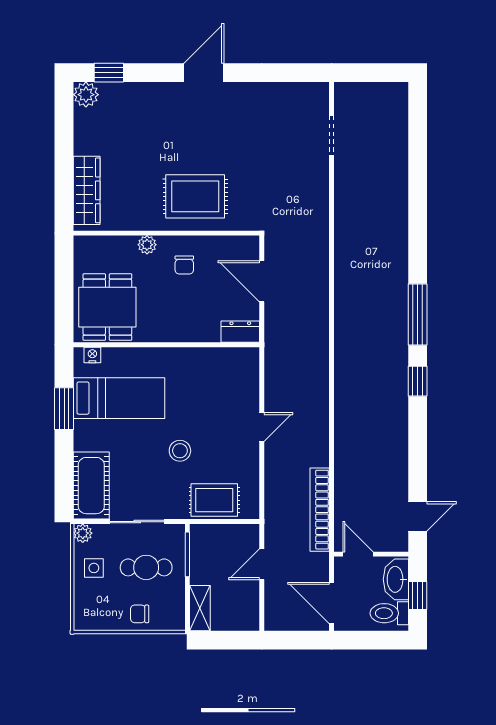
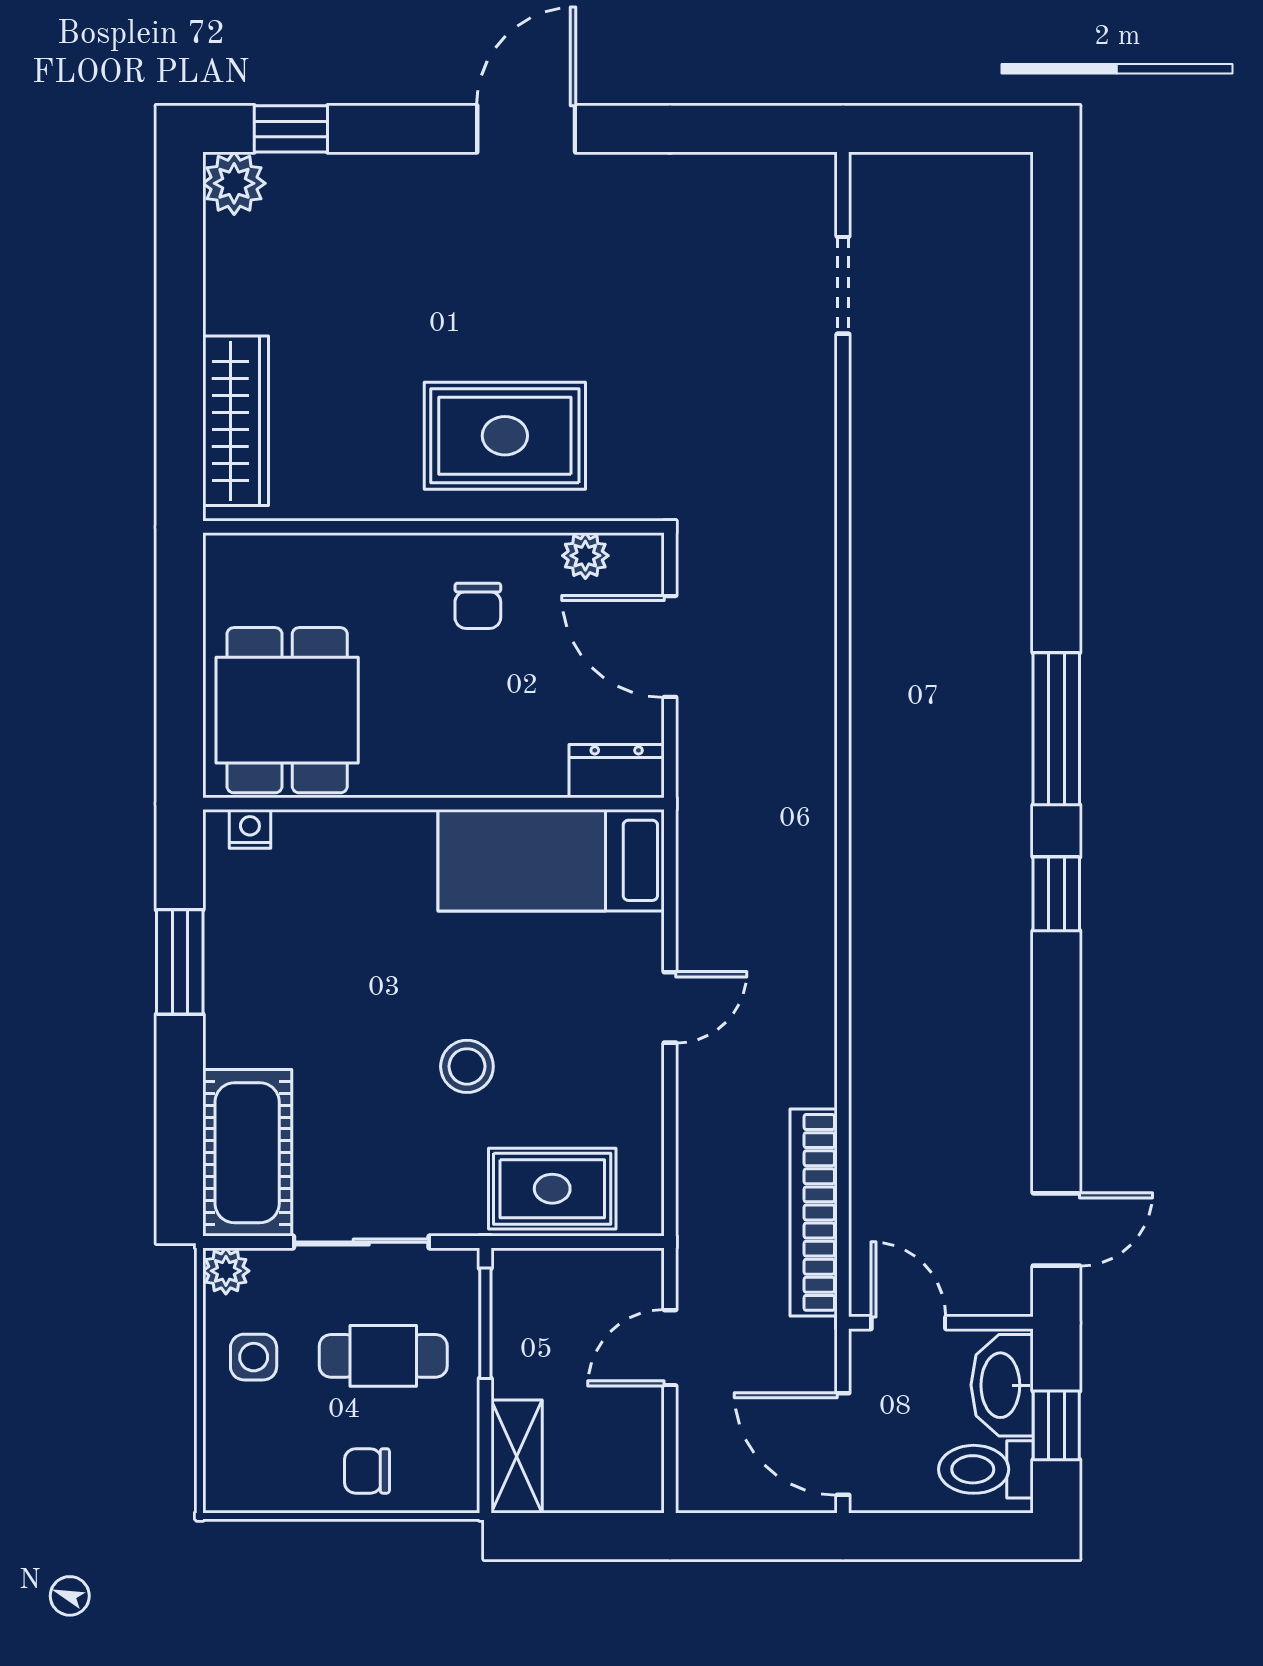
plant: (147, 245) -> (585, 556), moved
bed: (119, 398) -> (551, 860), moved, turned 180

